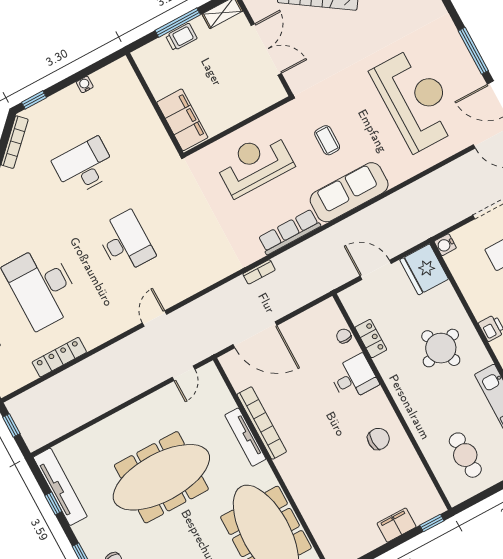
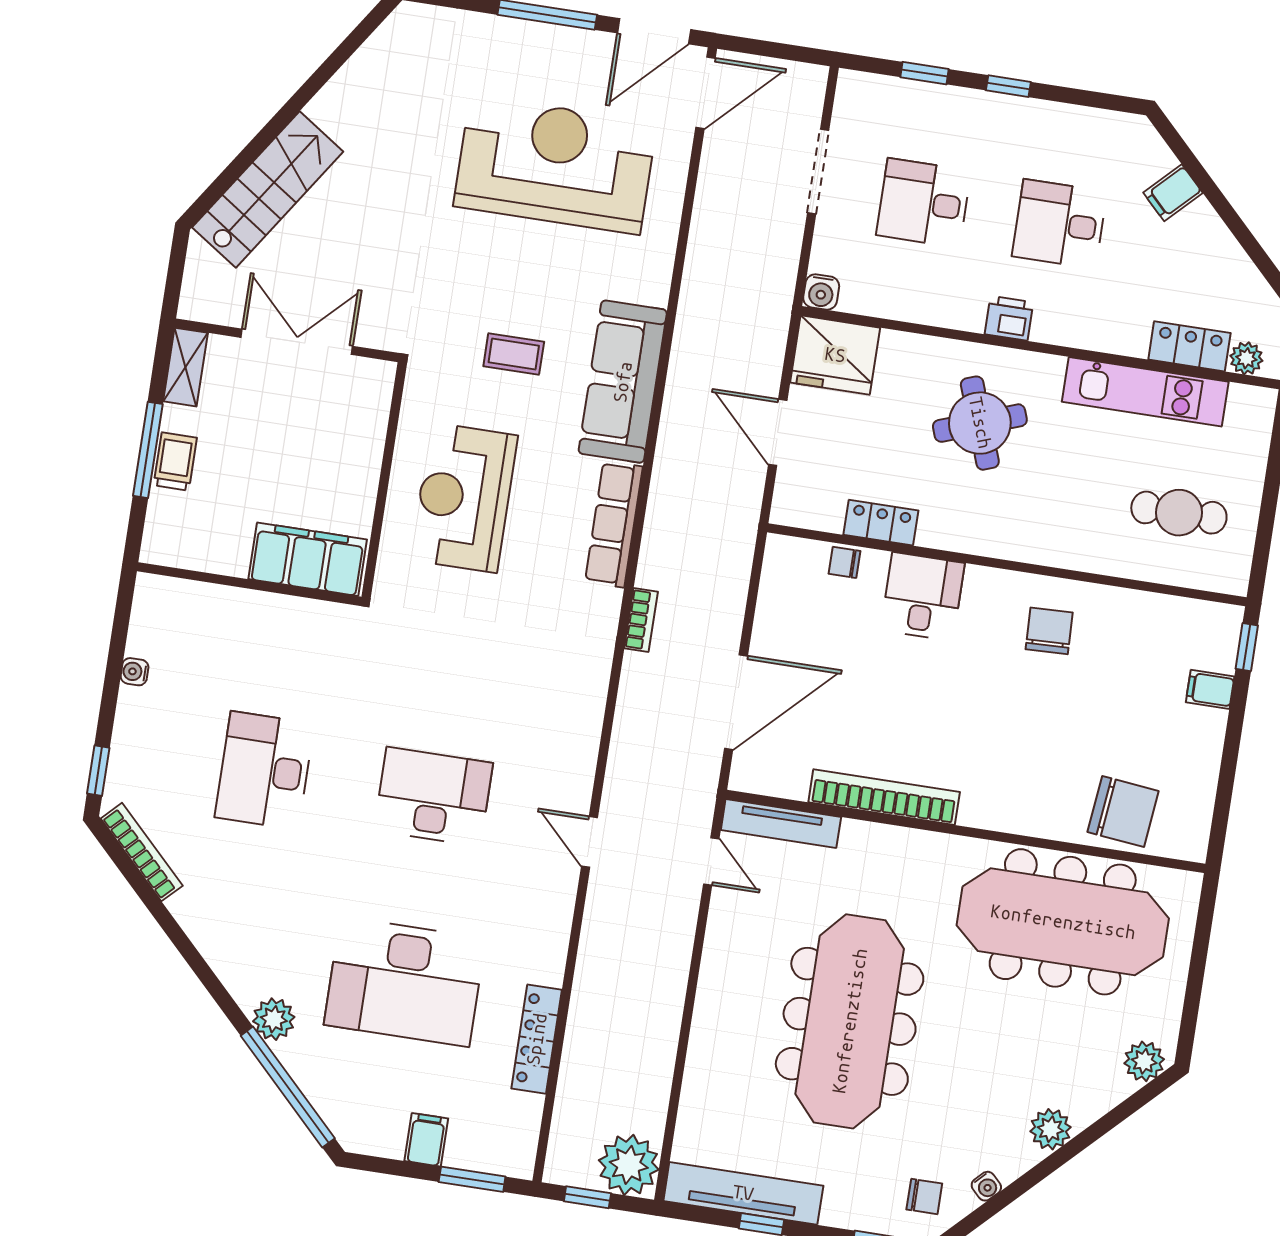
door: (376, 270) -> (778, 432), hinge flipped
plant: (37, 432) -> (629, 1165), added
tv unit: (245, 437) -> (781, 824), moved
chair: (328, 523) -> (1123, 811), added
filing cabinet: (397, 525) -> (1210, 689), width x0.50

